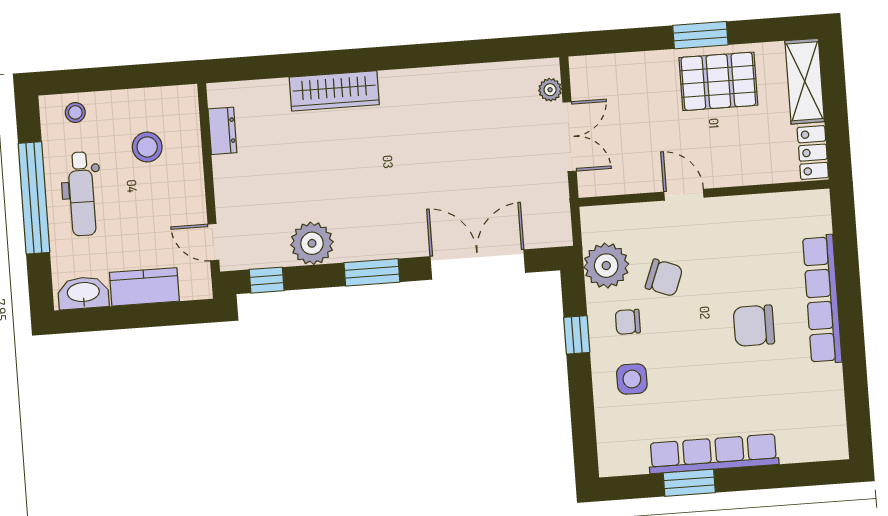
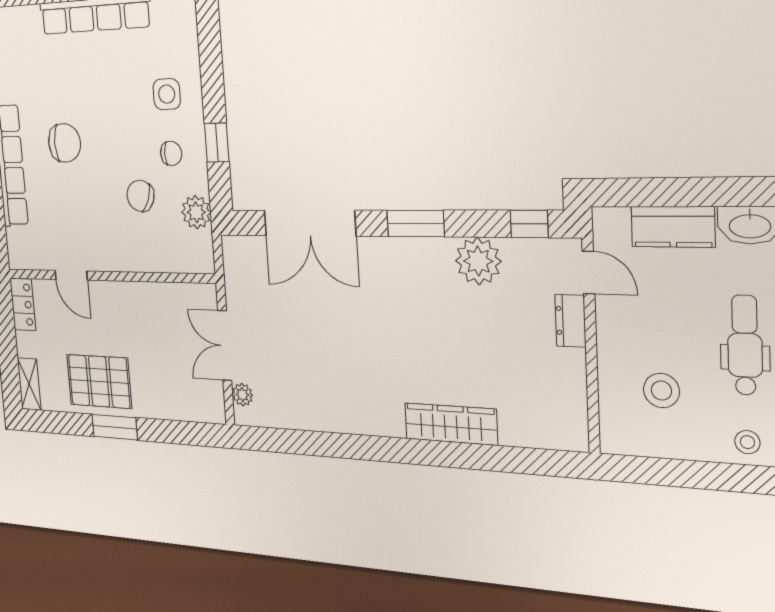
shelving: (805, 81) -> (29, 384), width x0.67, depth x0.75
dresser: (222, 131) -> (570, 321), moved
door: (684, 195) -> (71, 275), moved
plant: (606, 266) -> (196, 212), width x0.73, depth x0.73

